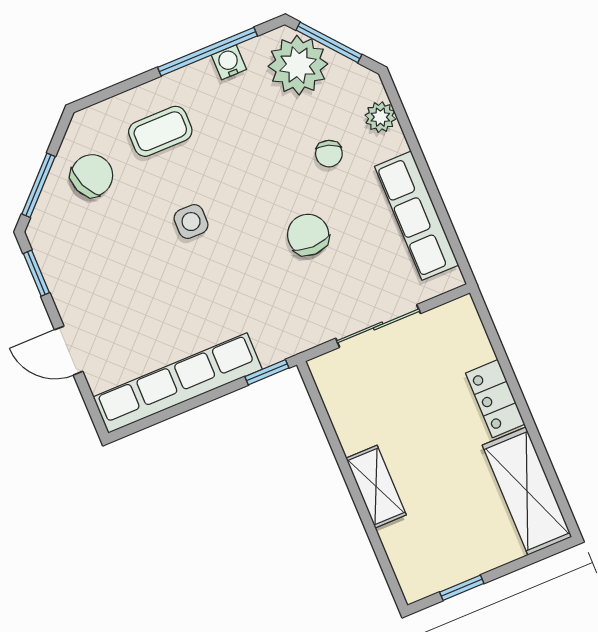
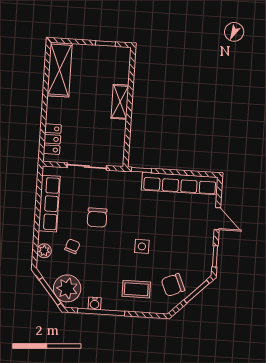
locker: (495, 399) -> (52, 139), moved

